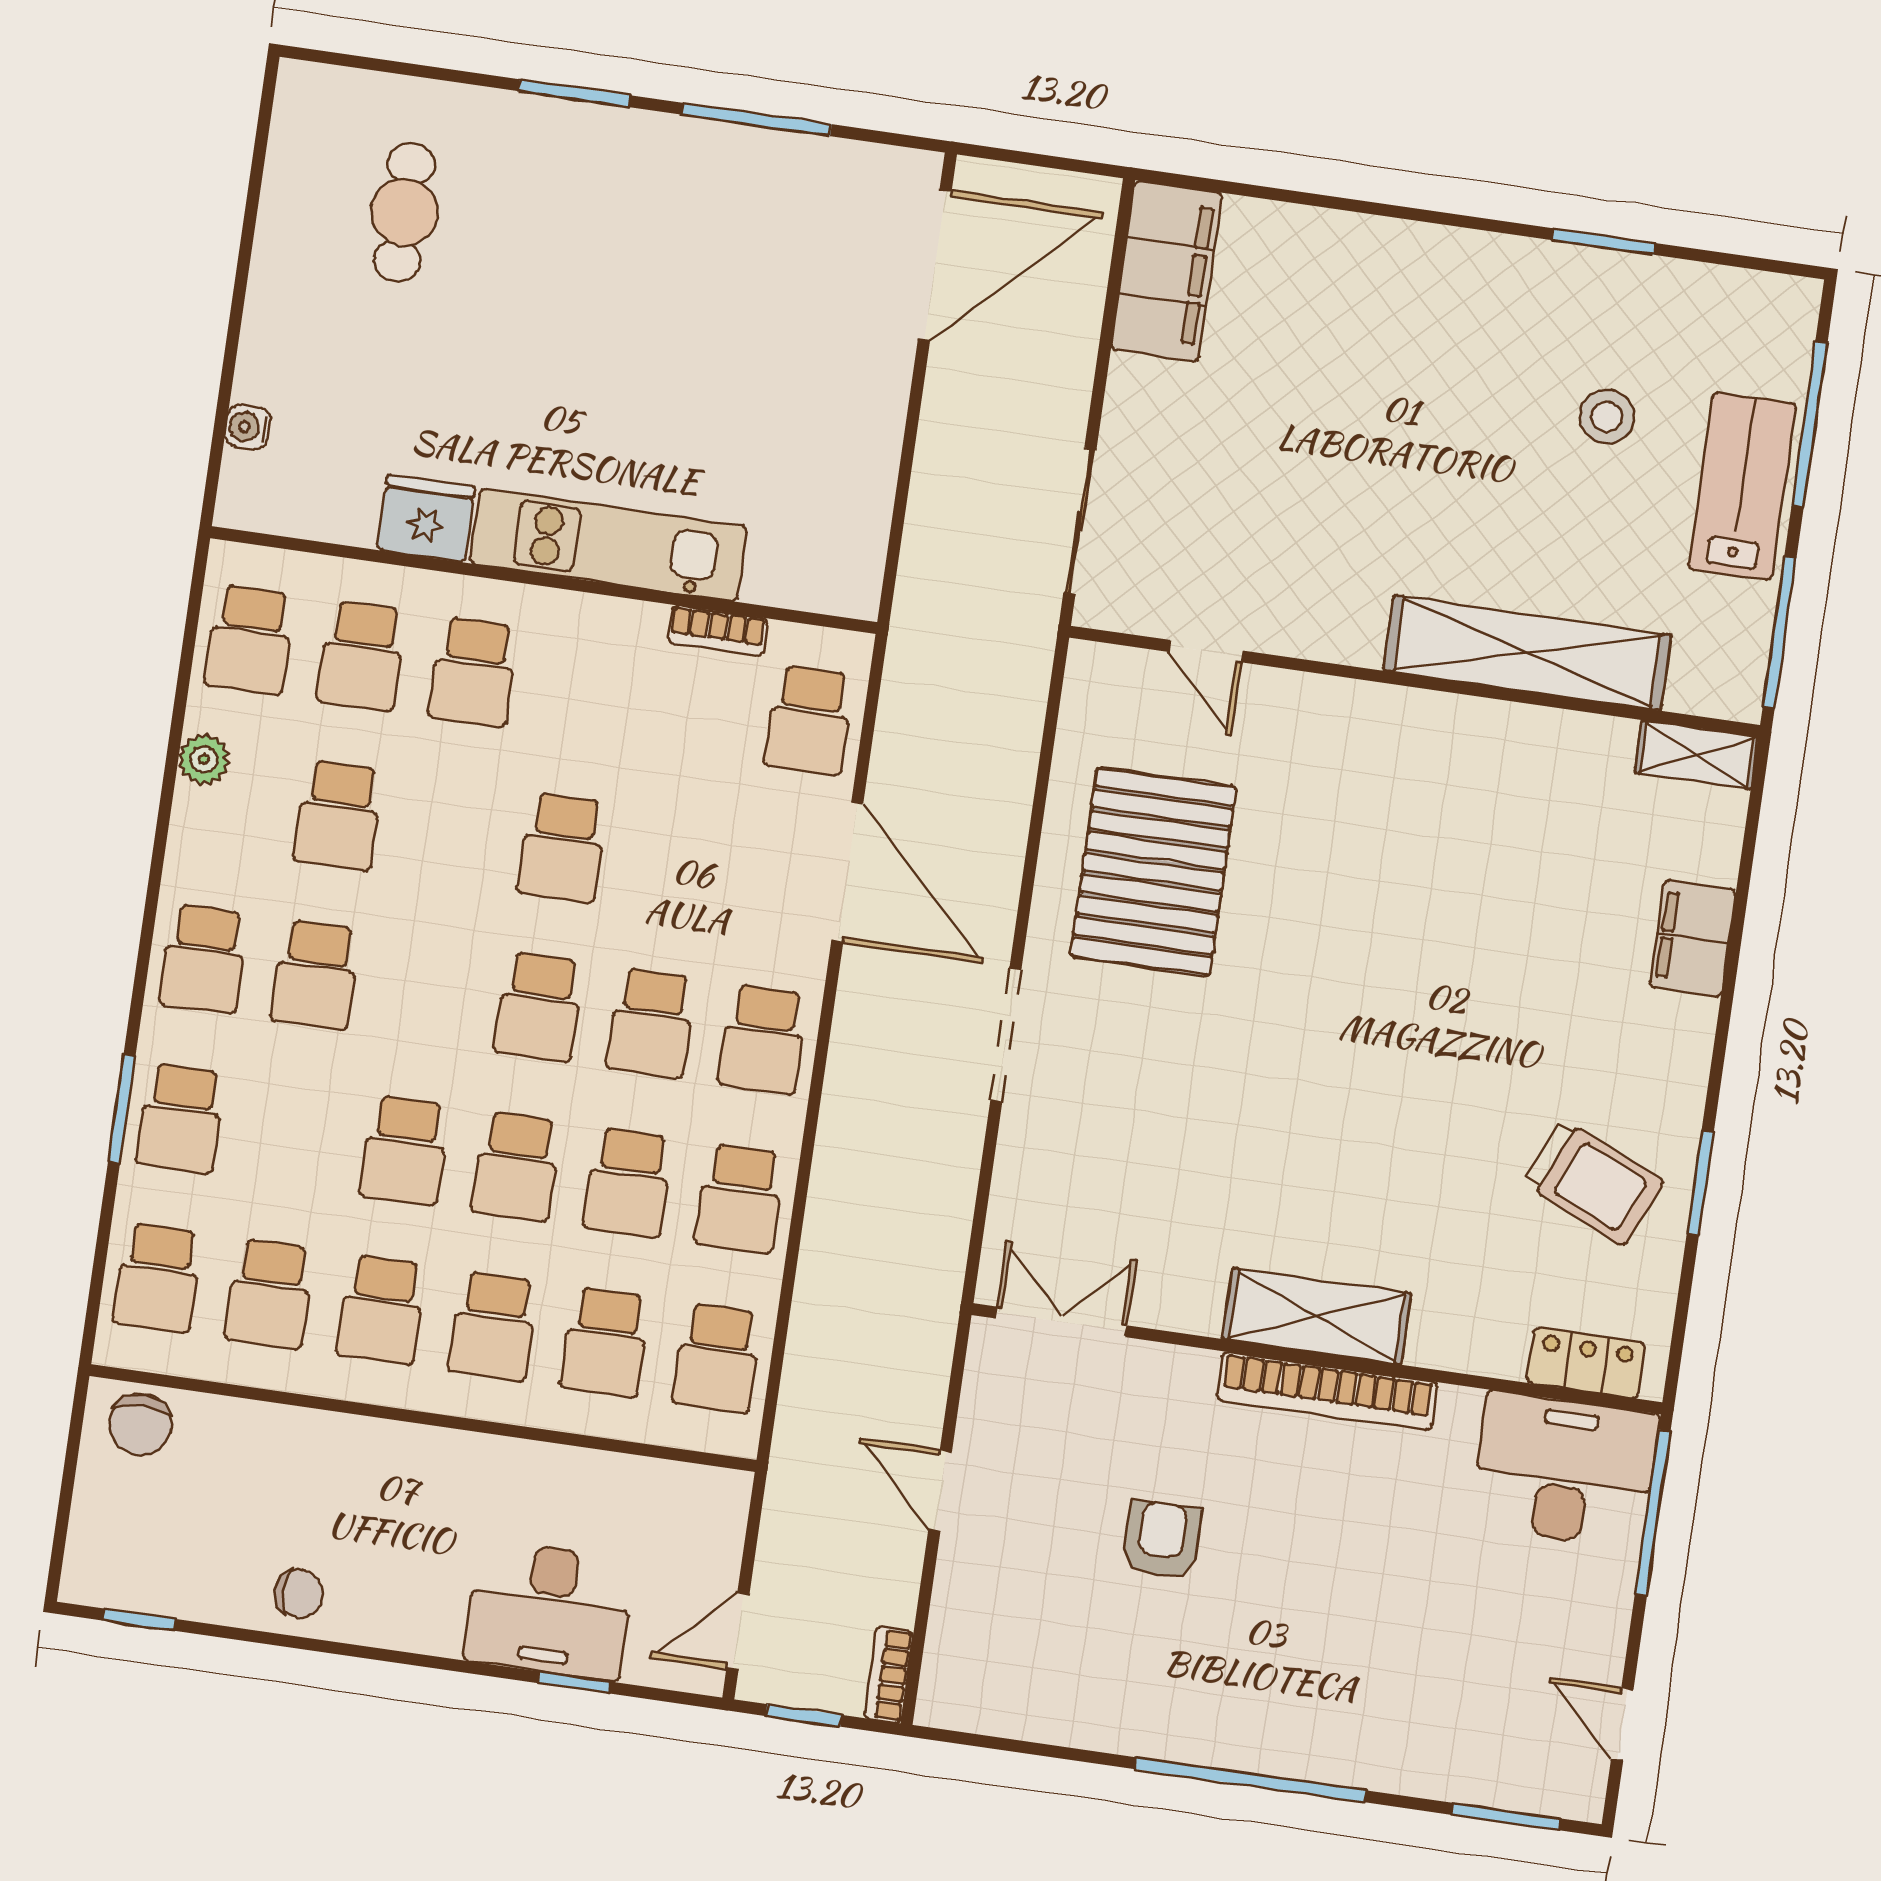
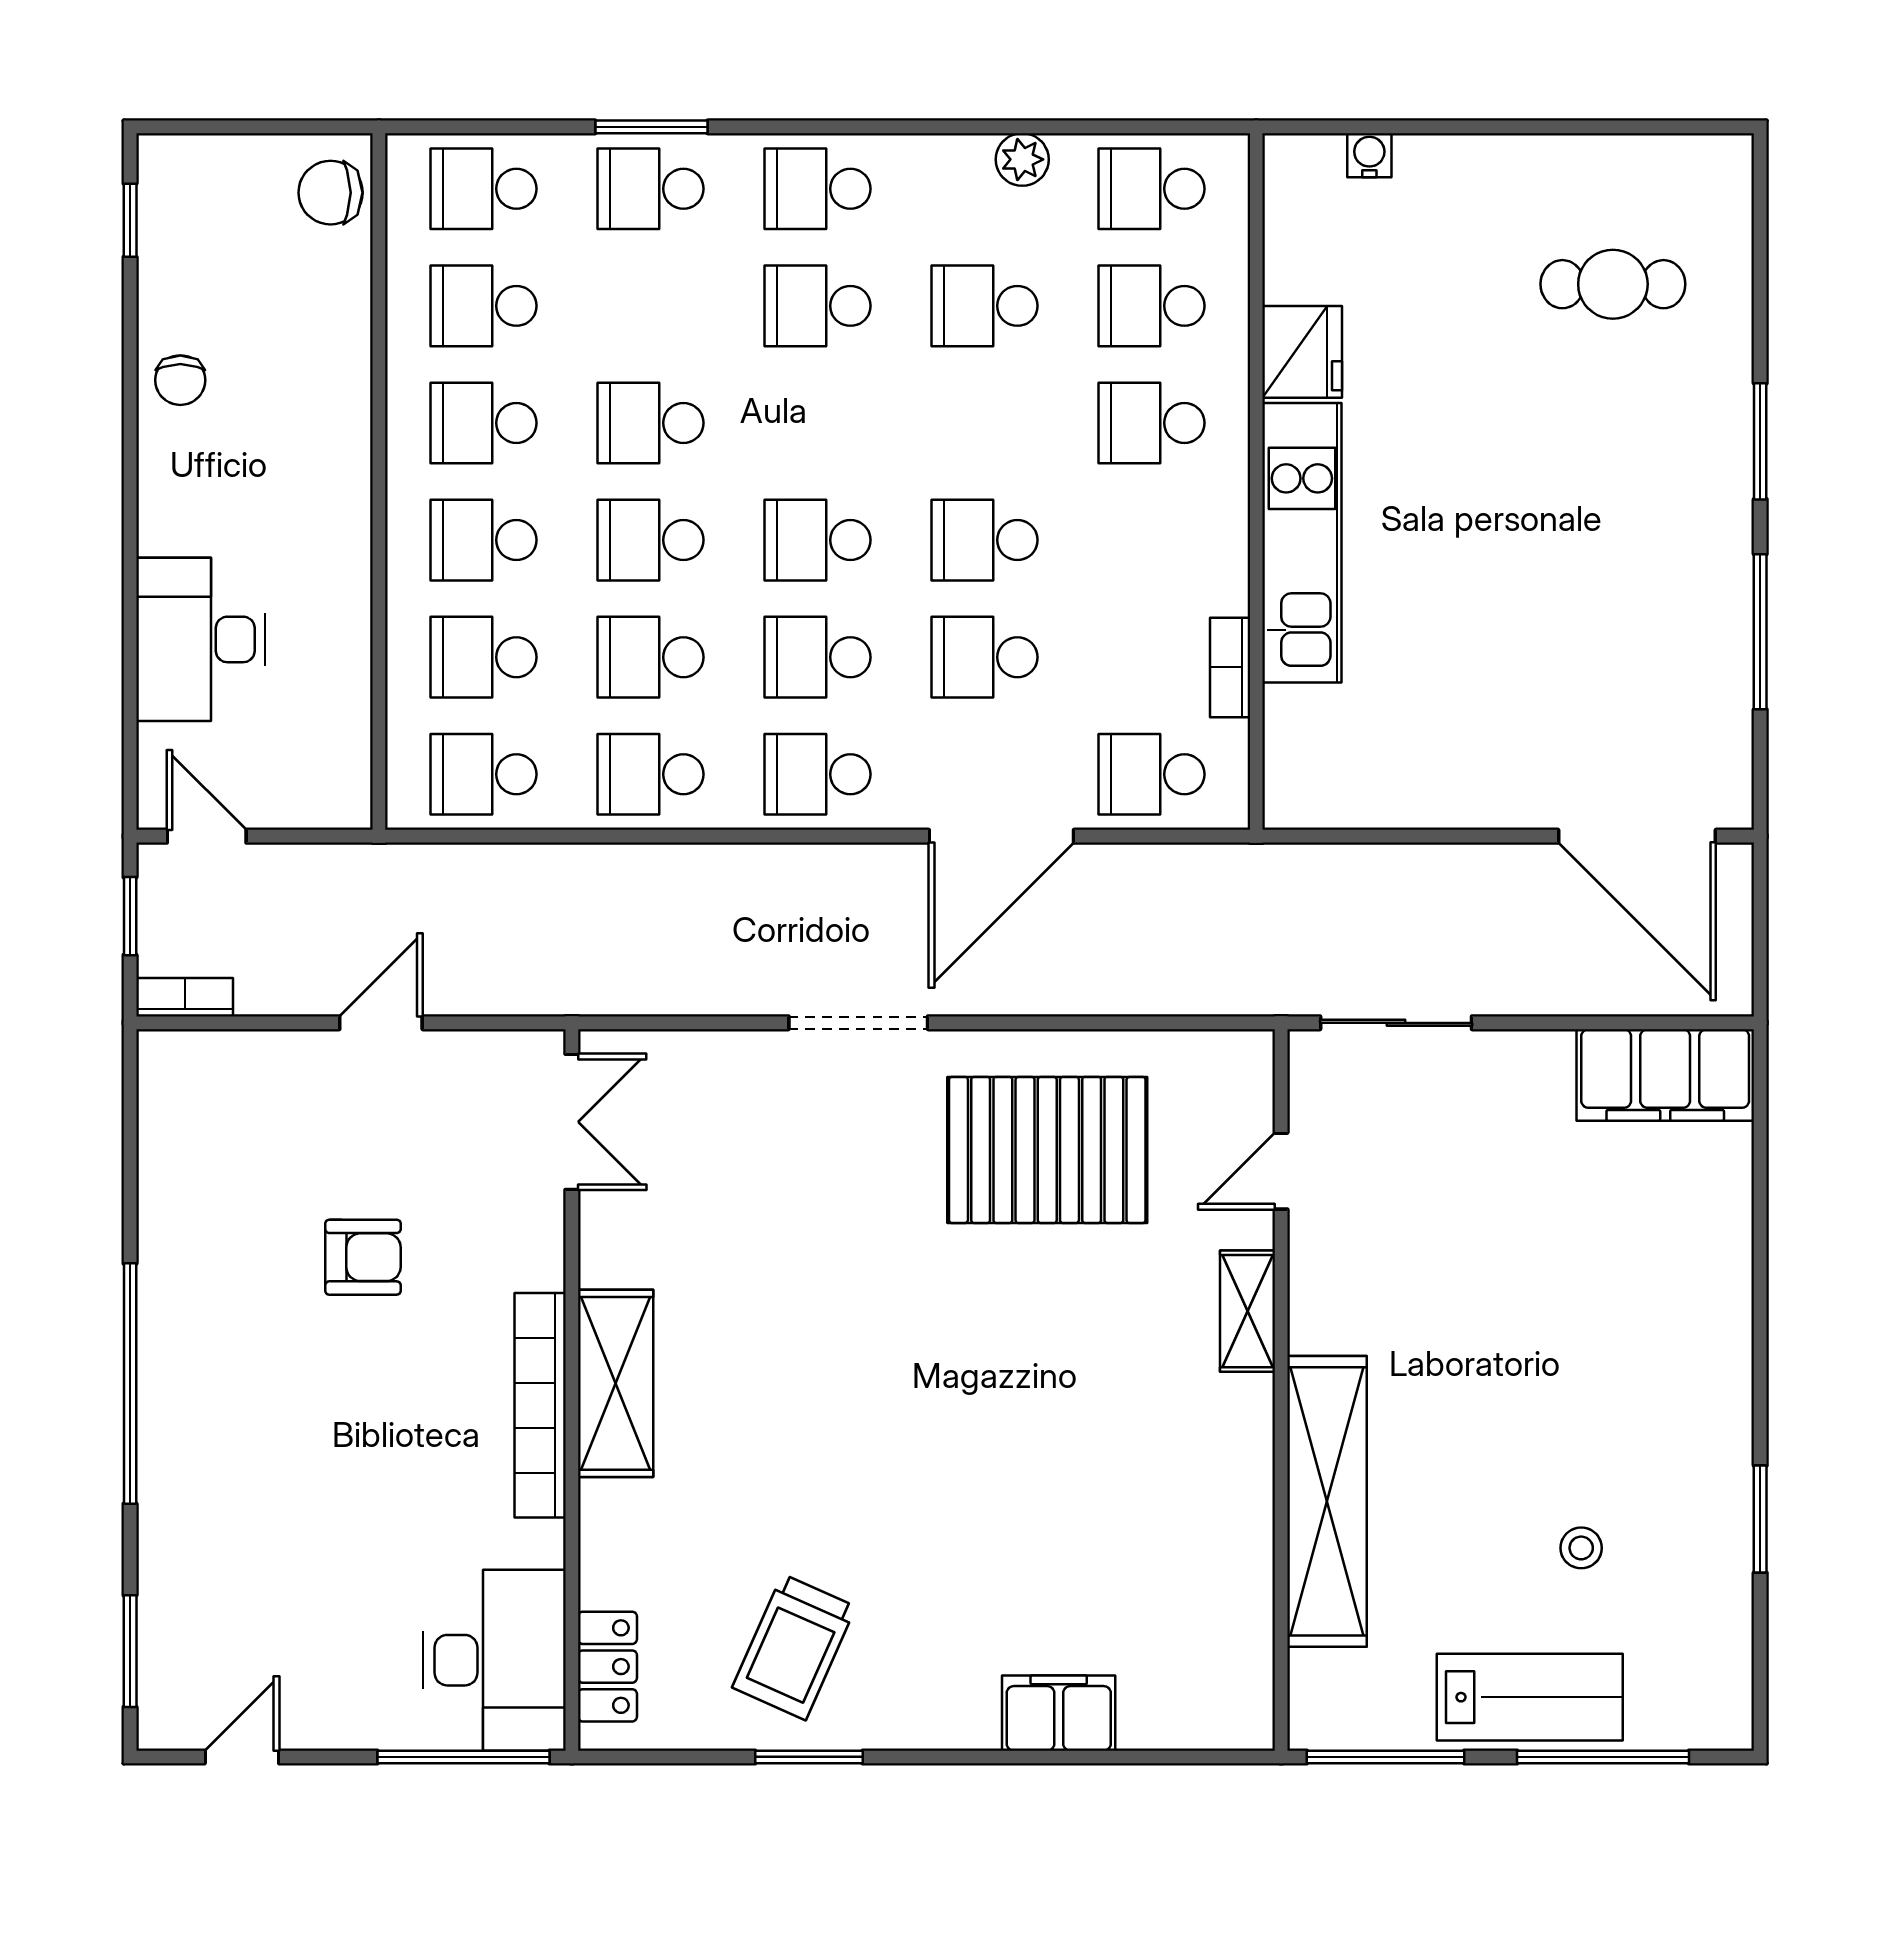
stool: (1607, 417) -> (1581, 1548), width x0.73, depth x0.73
shelving: (1697, 755) -> (1248, 1311), moved
school desk: (674, 864) -> (985, 657), added
window: (574, 1682) -> (130, 676), removed

